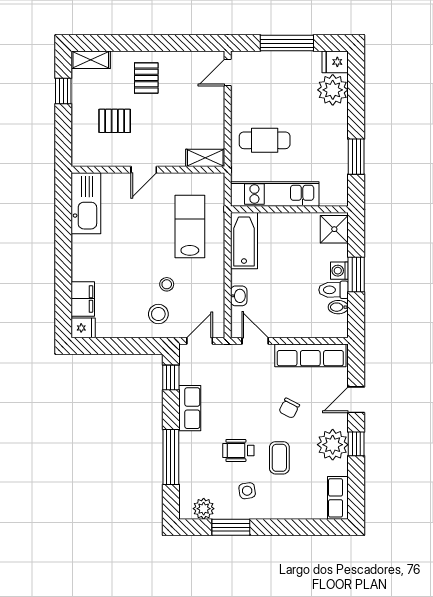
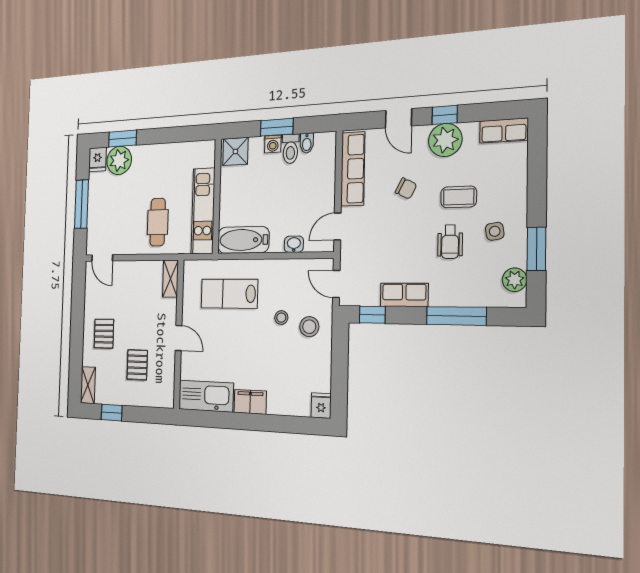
pallet: (146, 78) -> (104, 334), turned 90
window: (356, 157) -> (122, 139), moved
filing cabinet: (83, 299) -> (250, 402), moved

